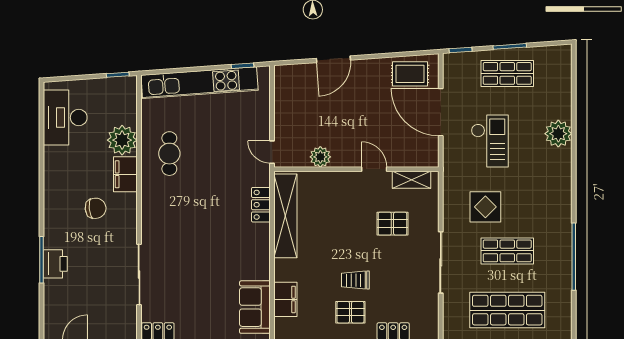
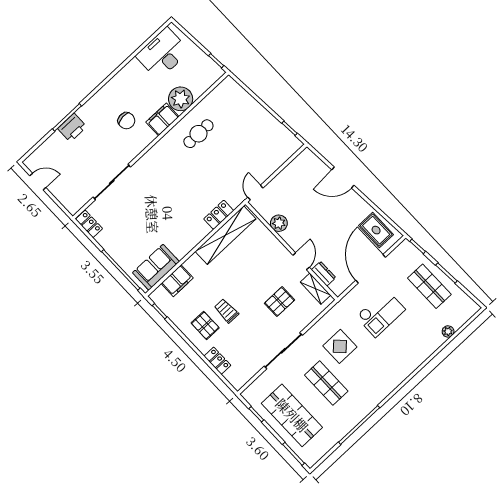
kitchen unit: (200, 83) -> (256, 113), removed
plant: (558, 134) -> (448, 331), moved, width x0.53, depth x0.53
dresser: (405, 159) -> (324, 274), added
pallet: (392, 224) -> (279, 302), turned 90

